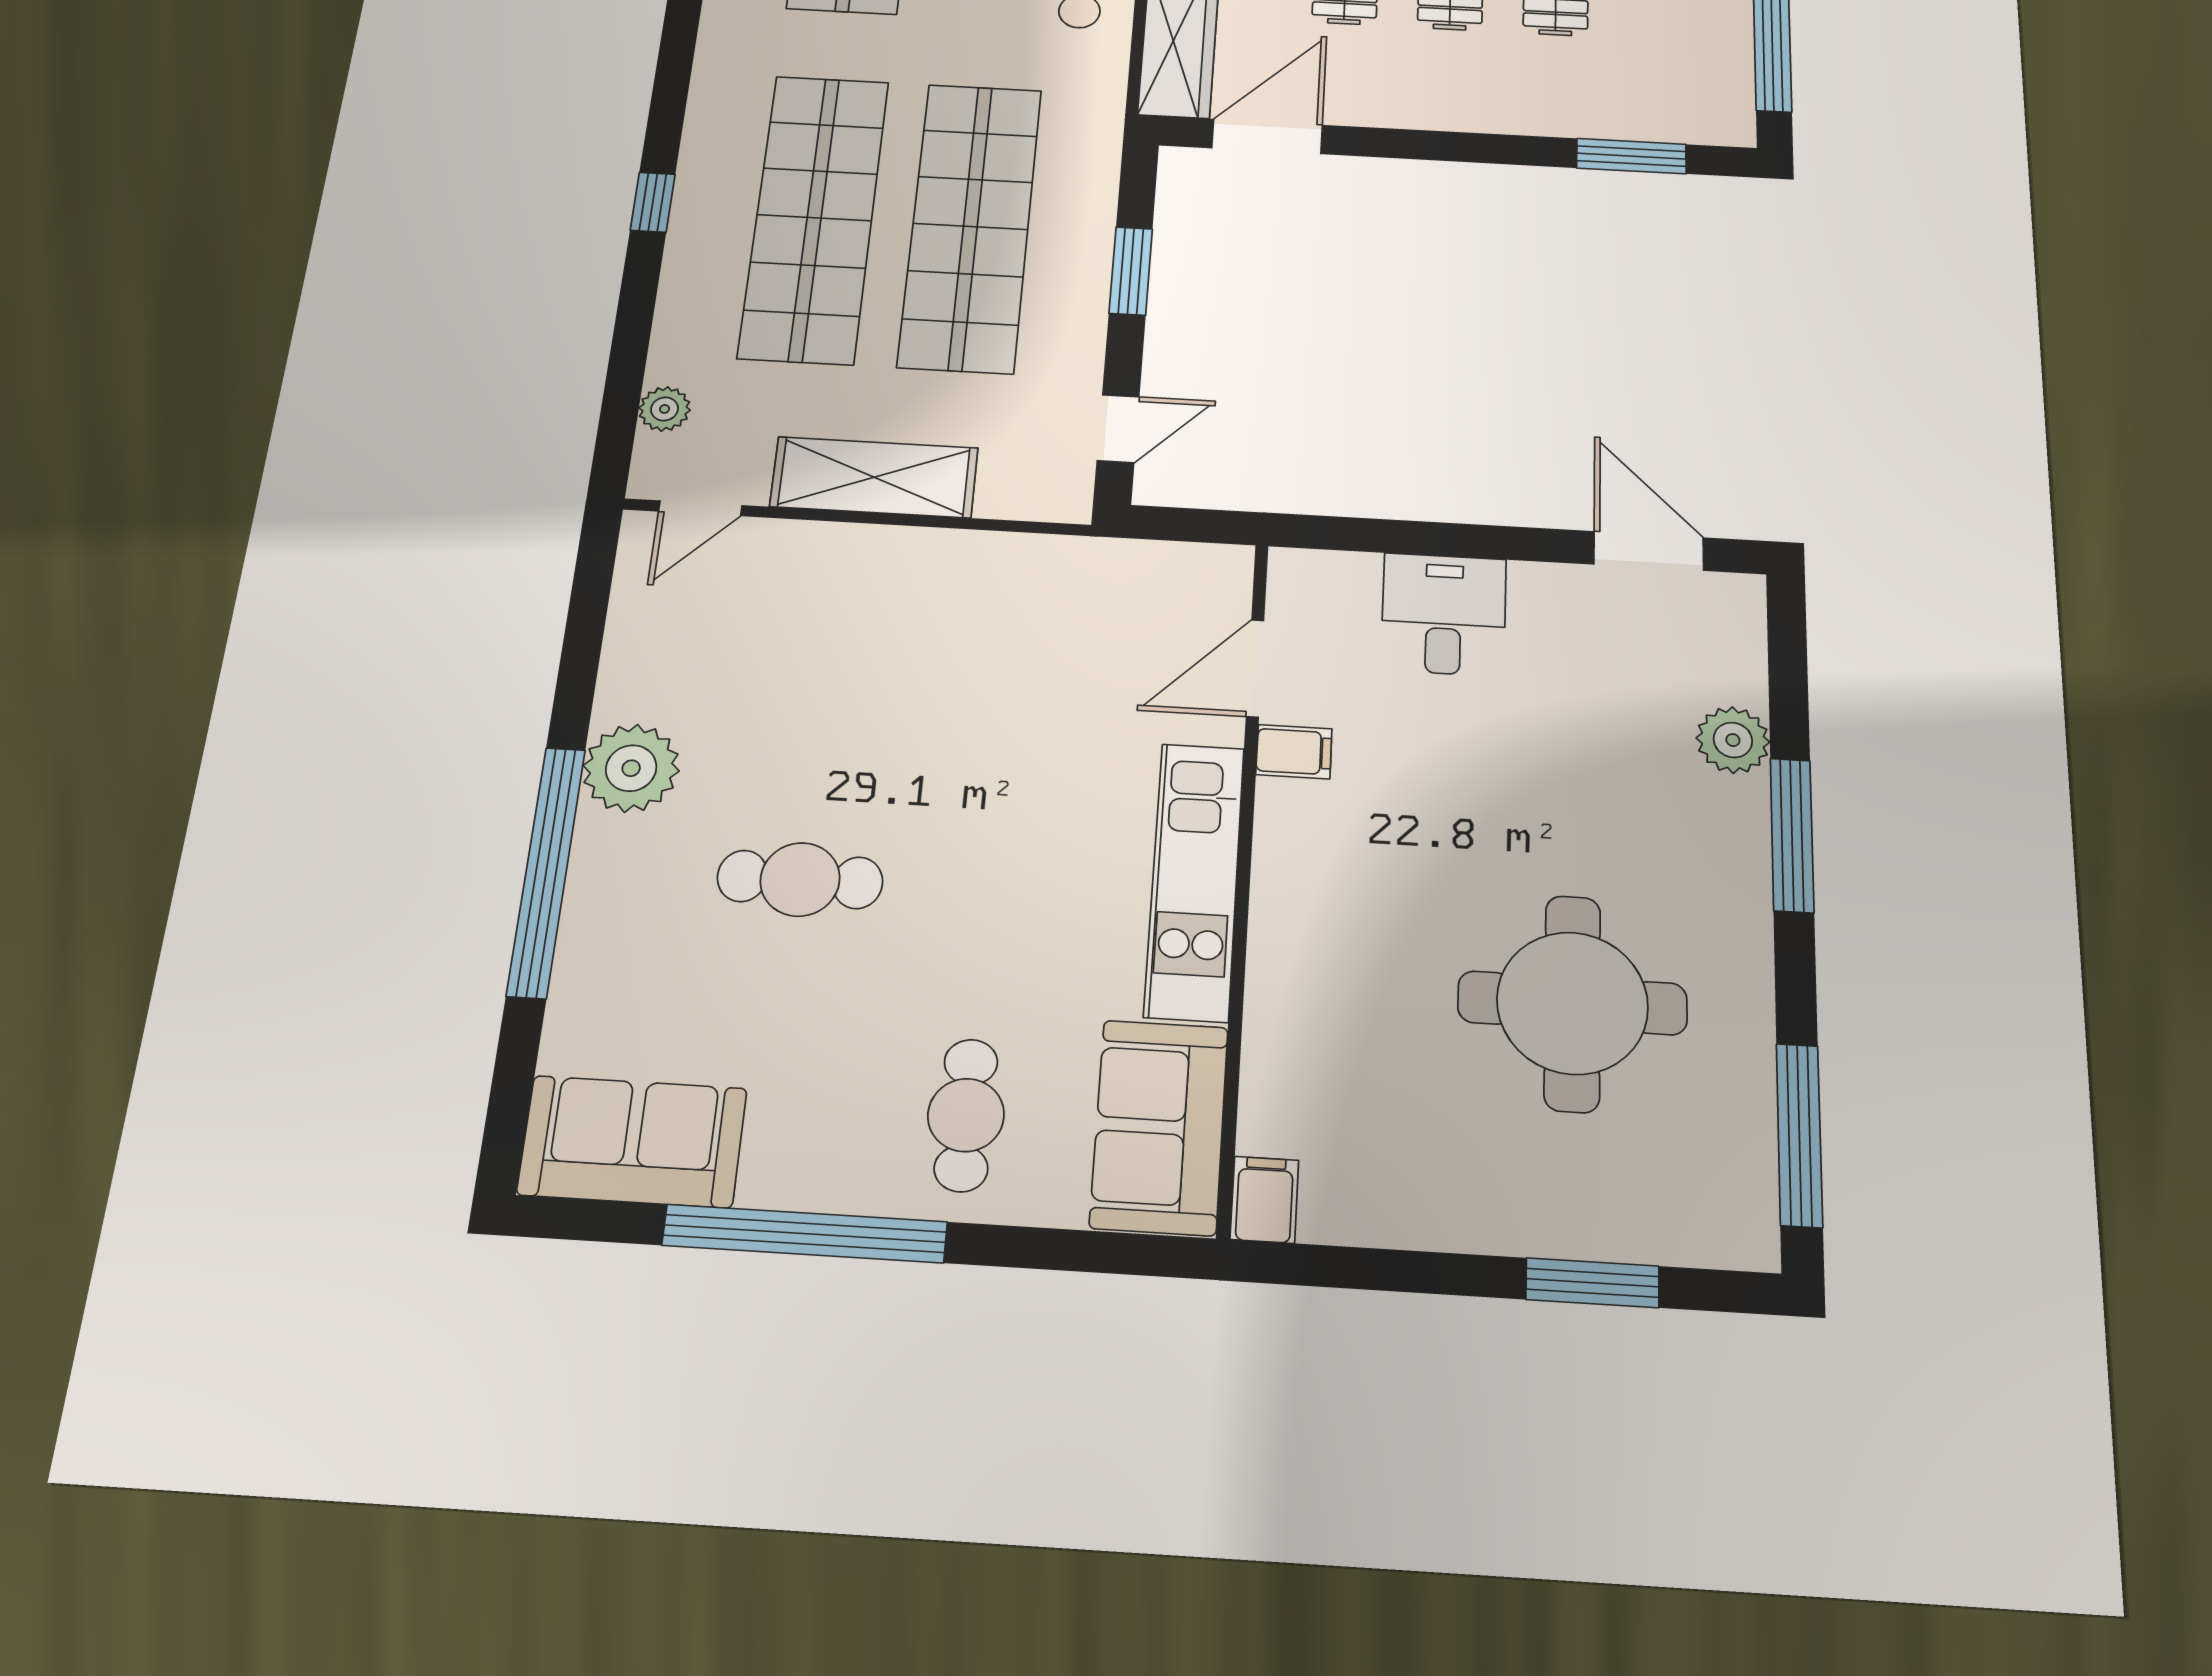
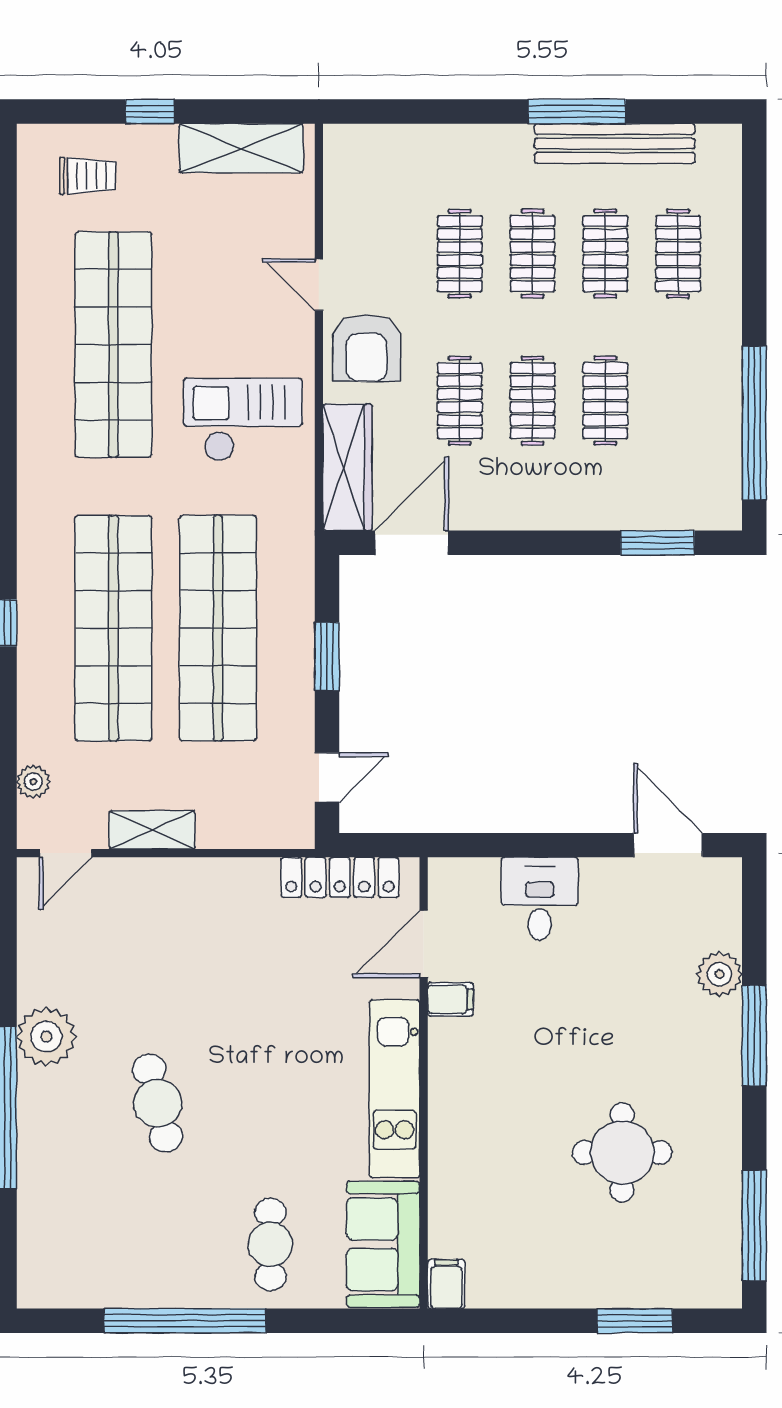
shelving: (874, 477) -> (152, 830), width x0.67, depth x0.75
locker: (1128, 566) -> (340, 877), added
cafe table: (800, 879) -> (158, 1103), turned 76
round table: (1572, 1003) -> (622, 1152), width x0.73, depth x0.73
sofa: (632, 1141) -> (79, 1273), removed

